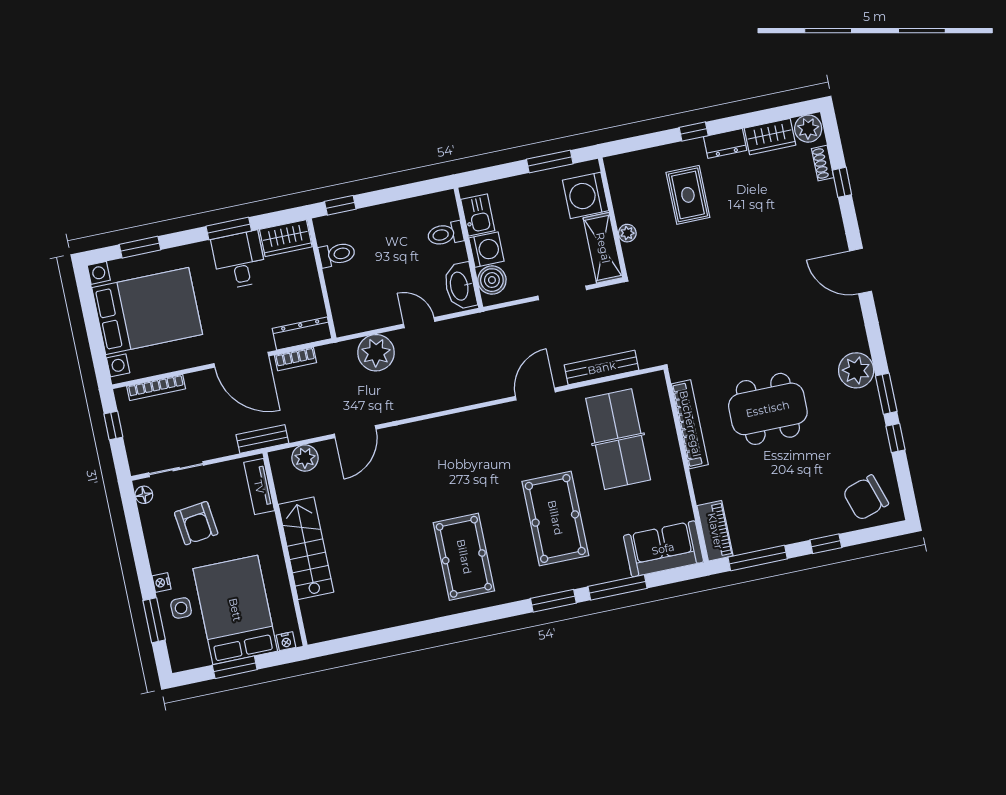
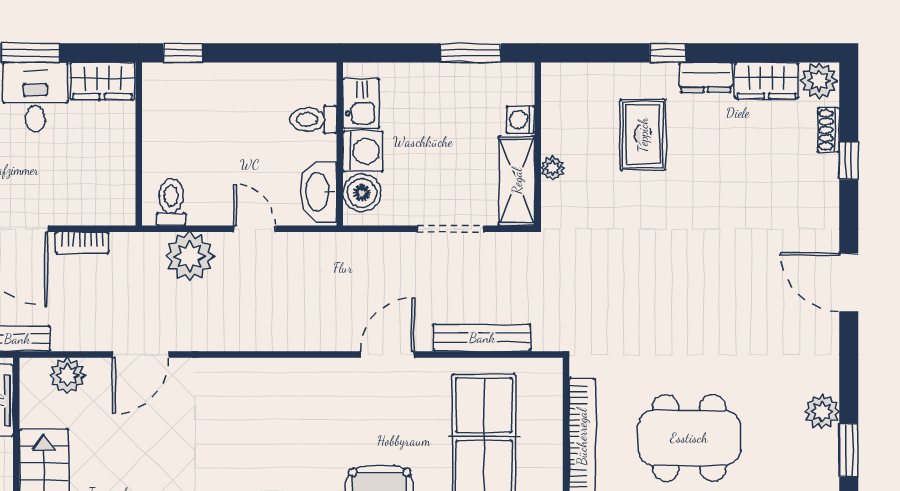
washing machine: (586, 195) -> (521, 120), width x0.53, depth x0.53
toilet: (337, 254) -> (171, 202), moved, turned -90
dresser: (302, 333) -> (98, 211), removed
plant: (856, 370) -> (822, 412), width x0.73, depth x0.73

